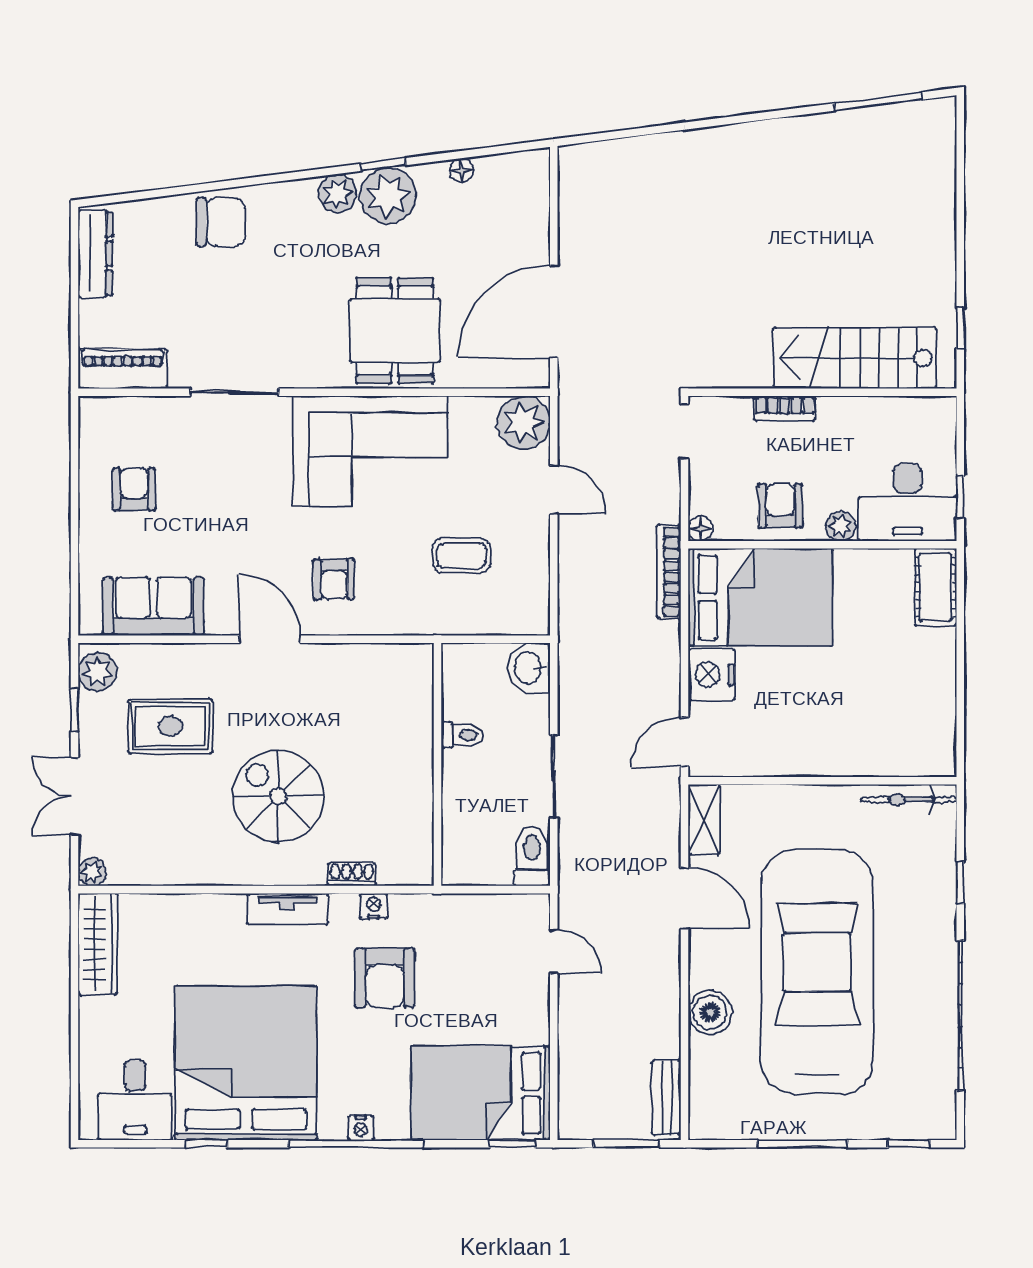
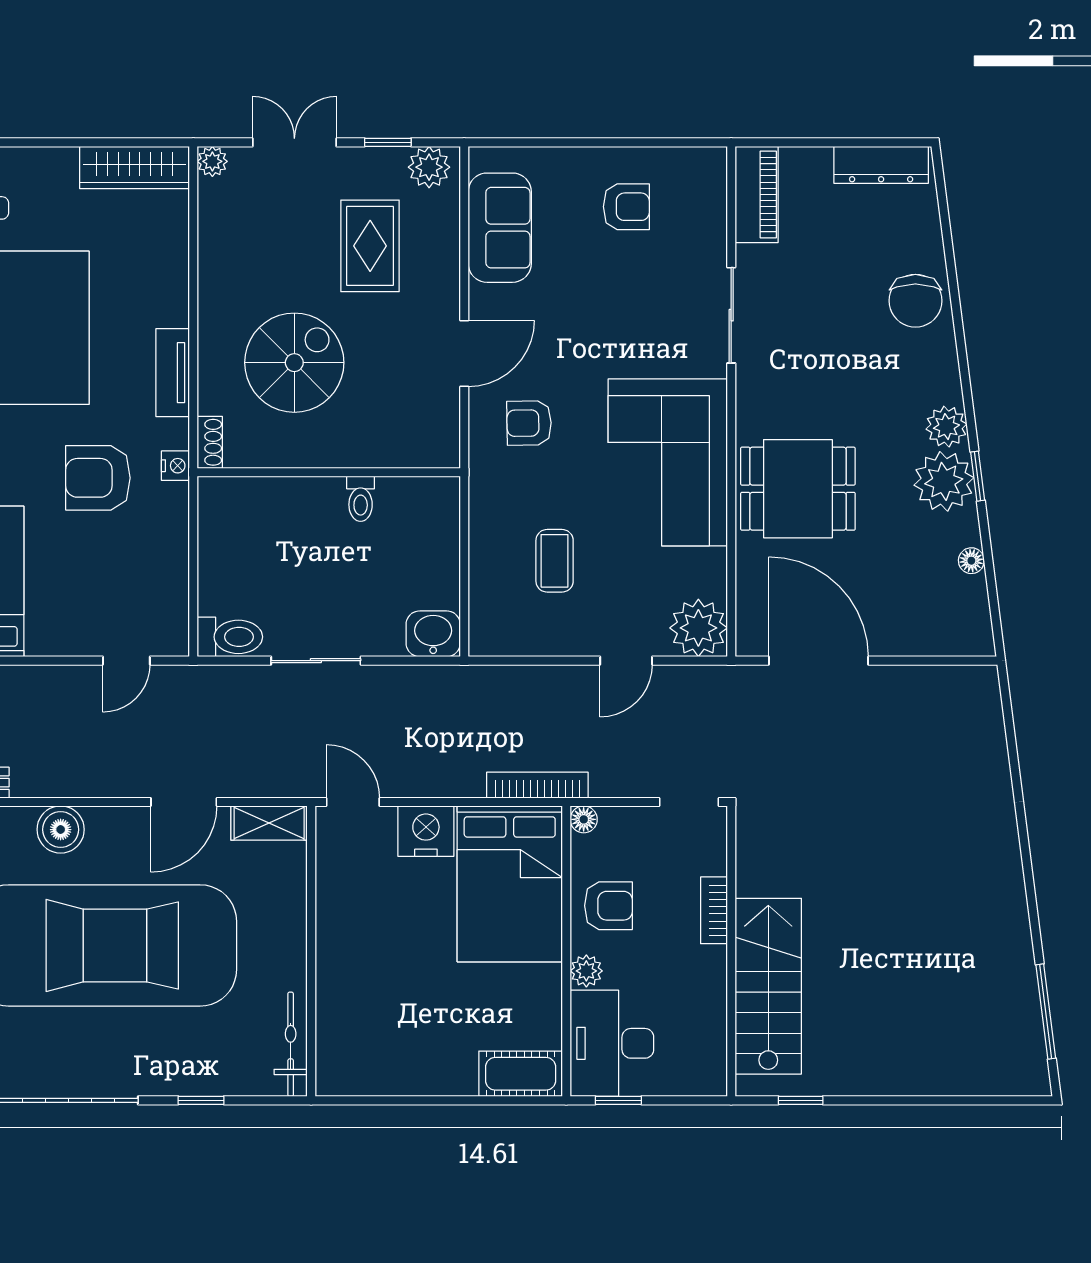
toilet: (462, 735) -> (361, 499), moved
wall: (438, 764) -> (329, 472), moved

